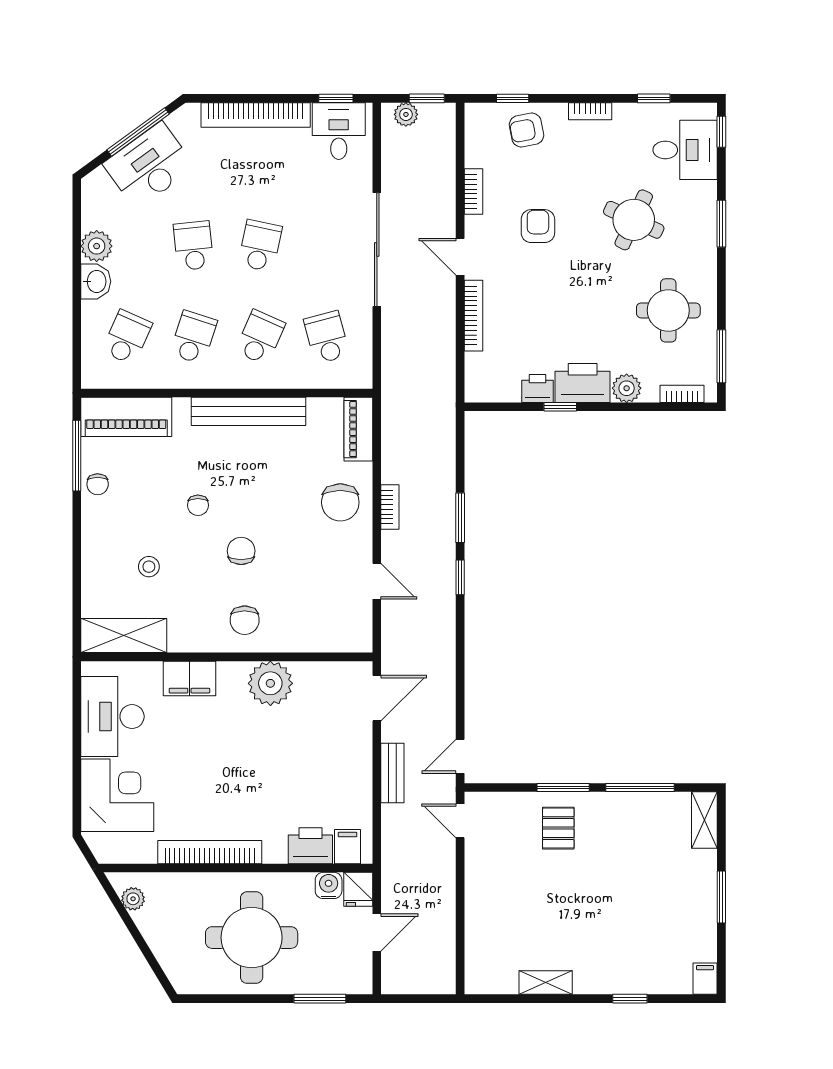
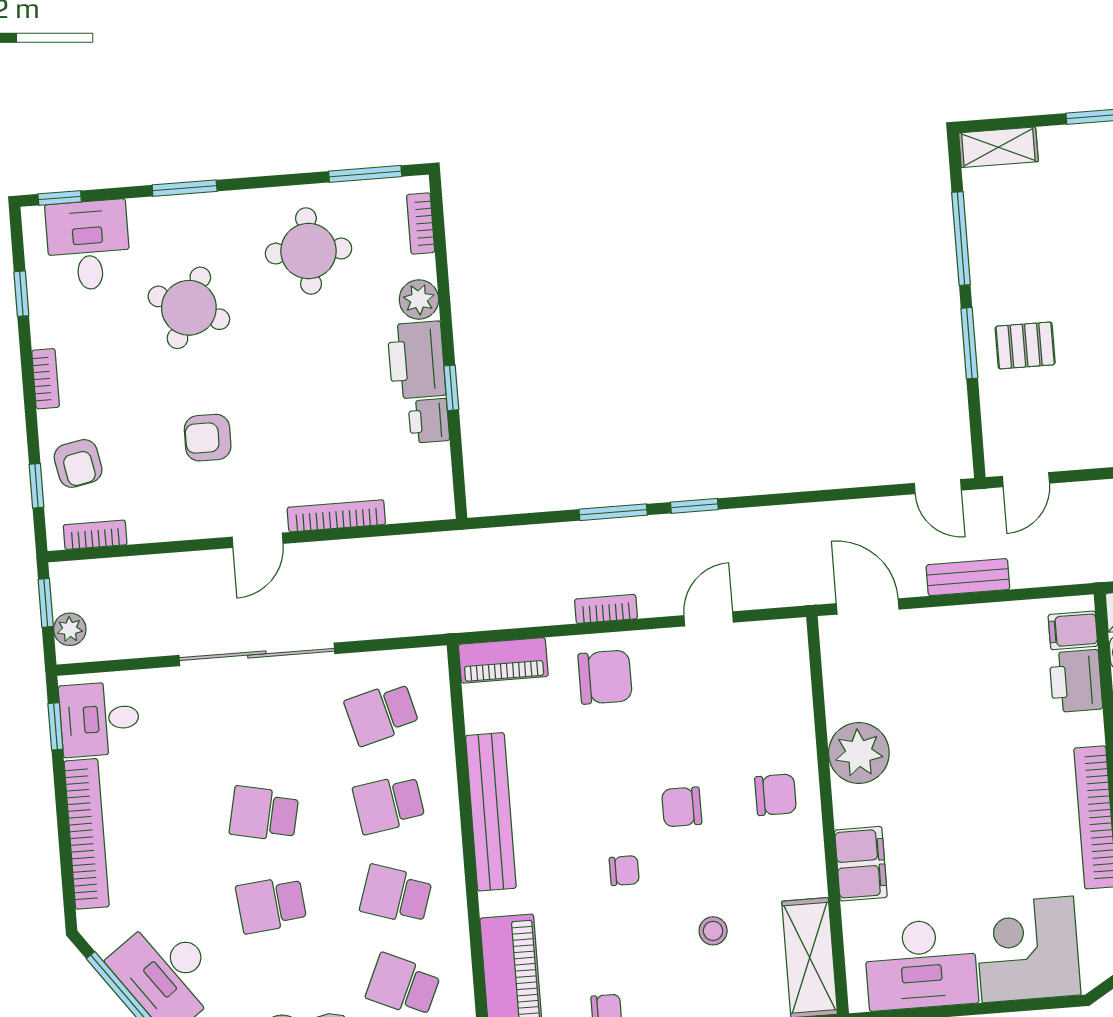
bookcase: (473, 191) -> (95, 535), moved
school desk: (260, 337) -> (389, 804), turned -33

